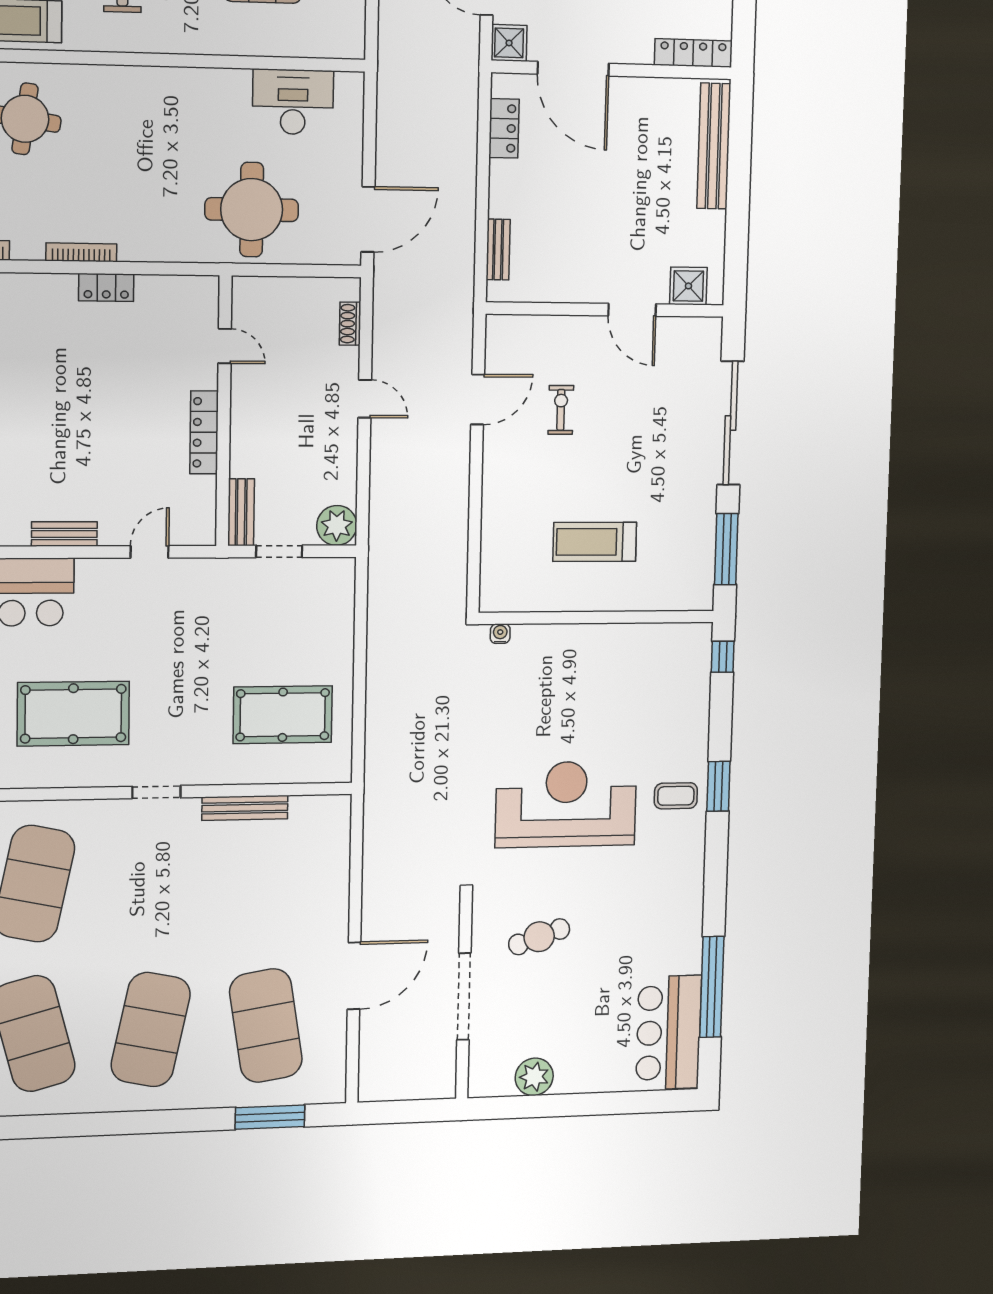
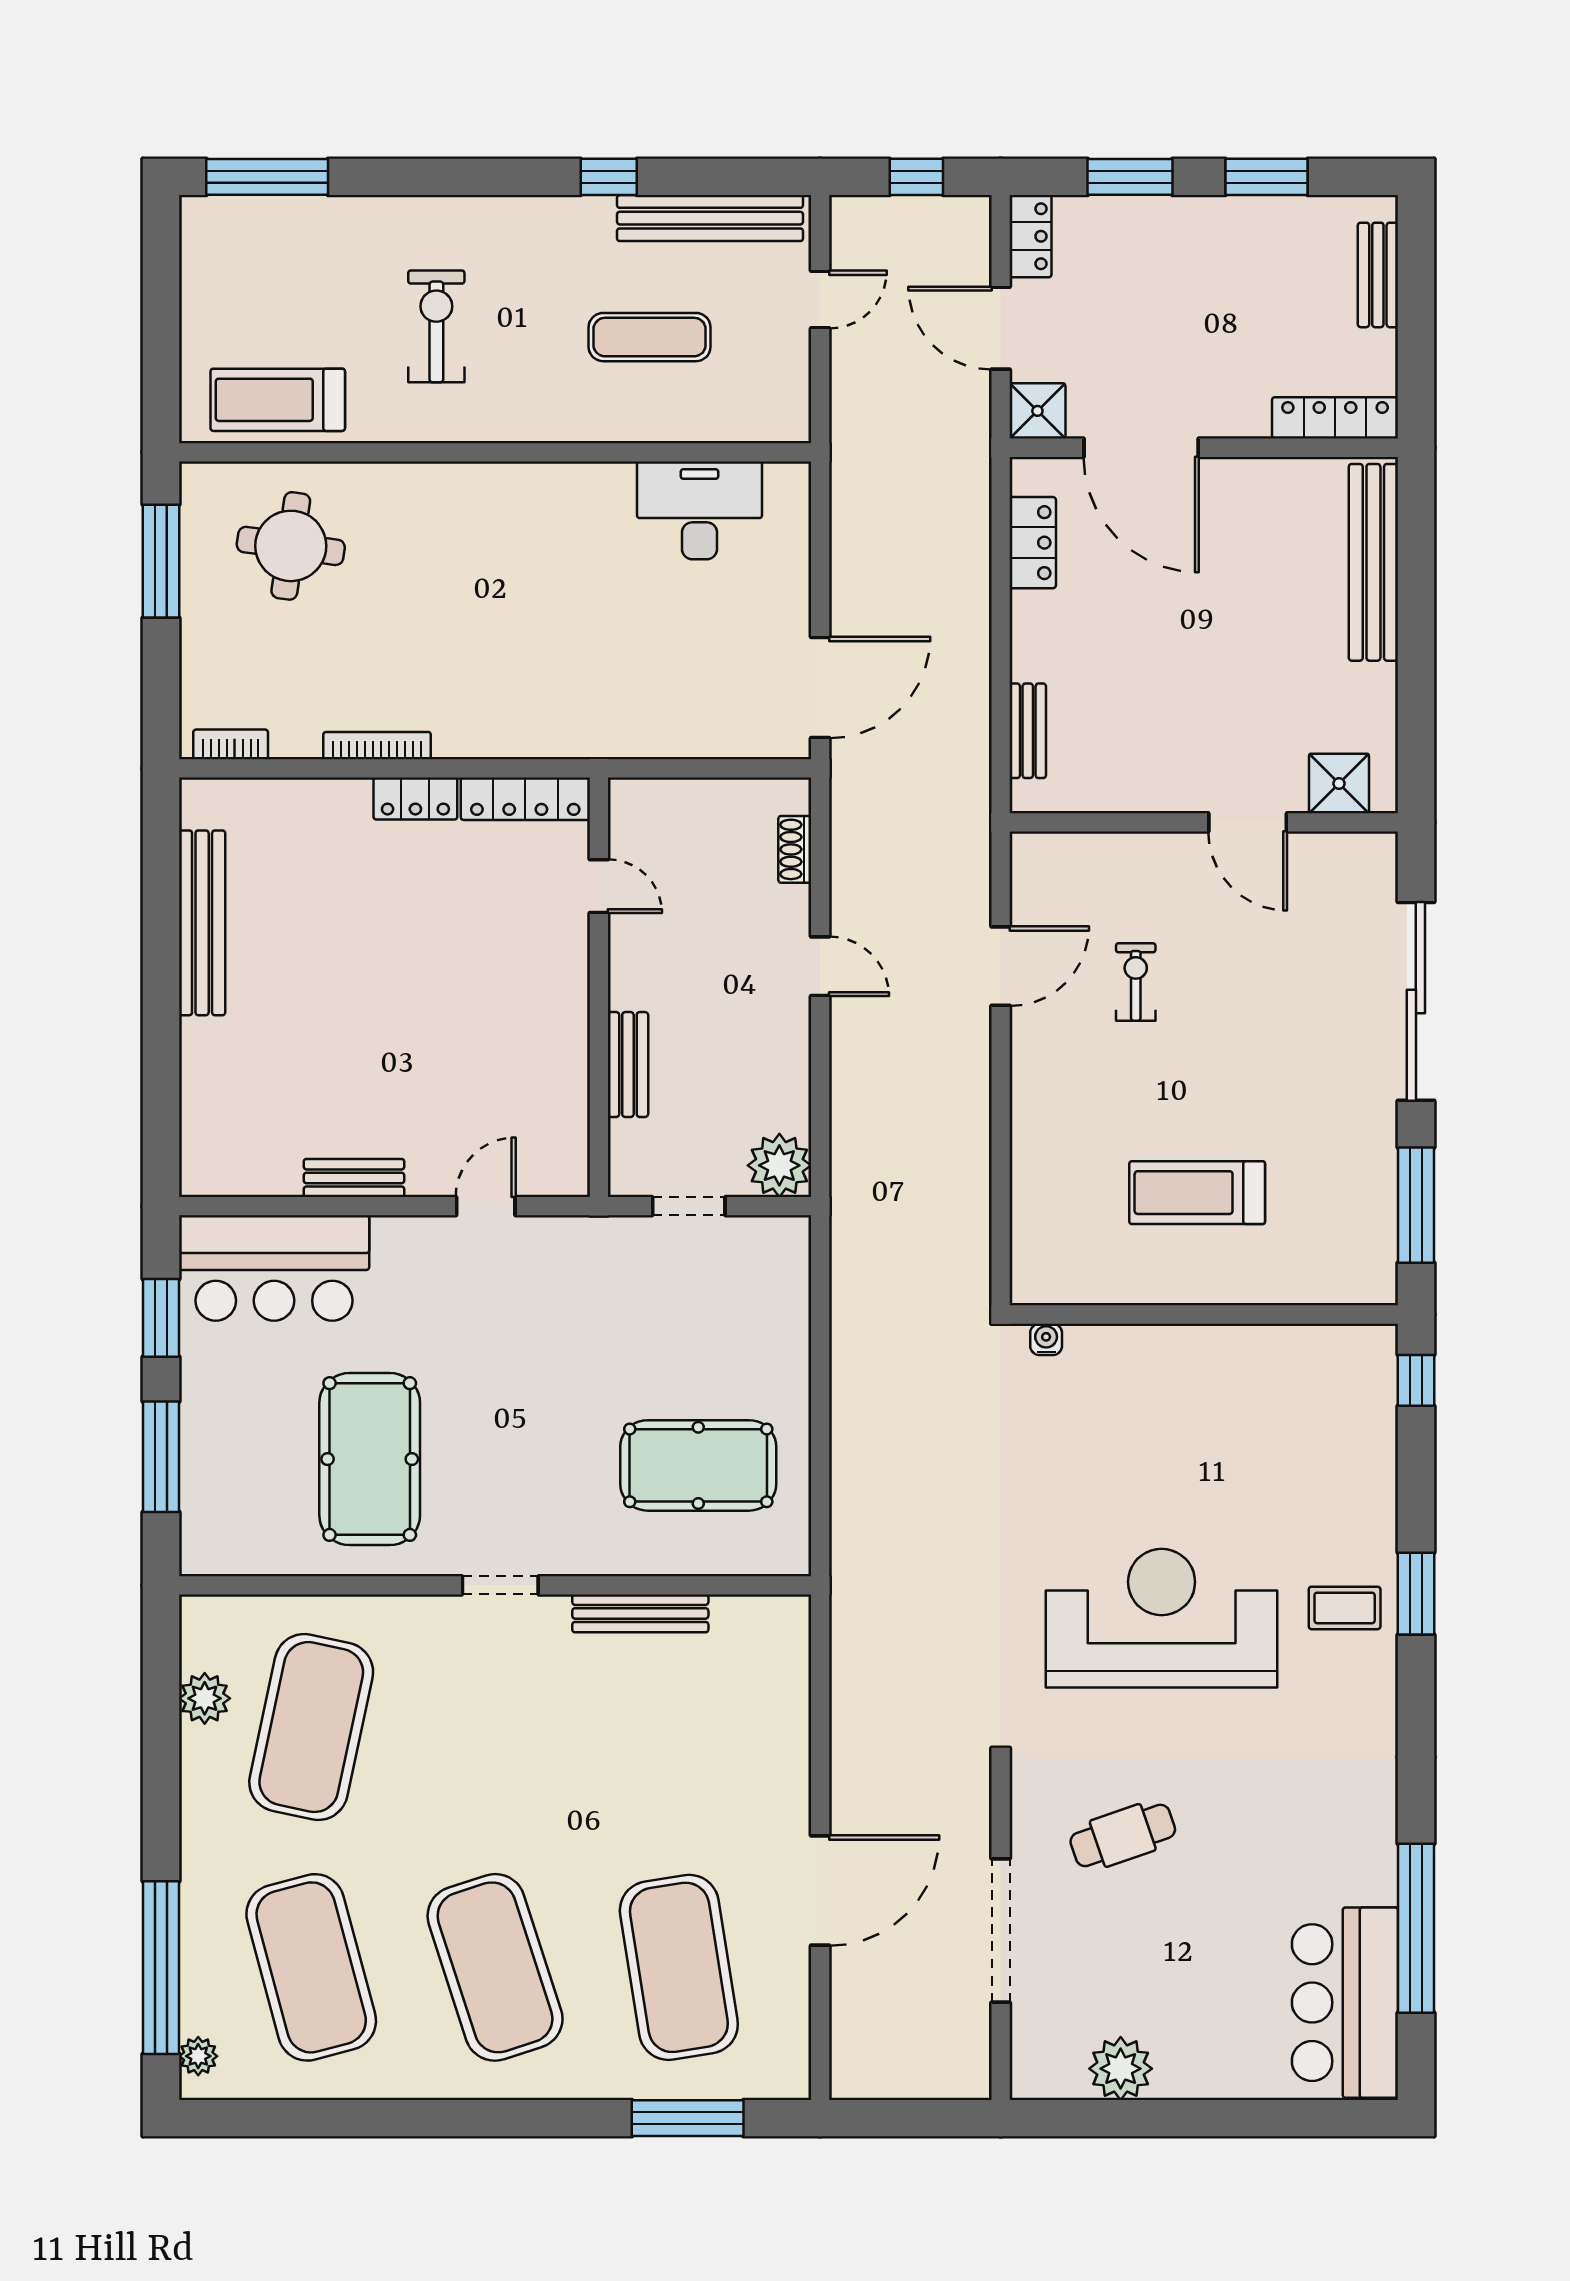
round table: (252, 210) -> (638, 676), removed
locker: (204, 432) -> (525, 799), moved, turned -90
bench: (241, 512) -> (628, 1065), moved
pool table: (73, 714) -> (370, 1459), turned 90
exercise mat: (151, 1030) -> (495, 1967), turned -30

